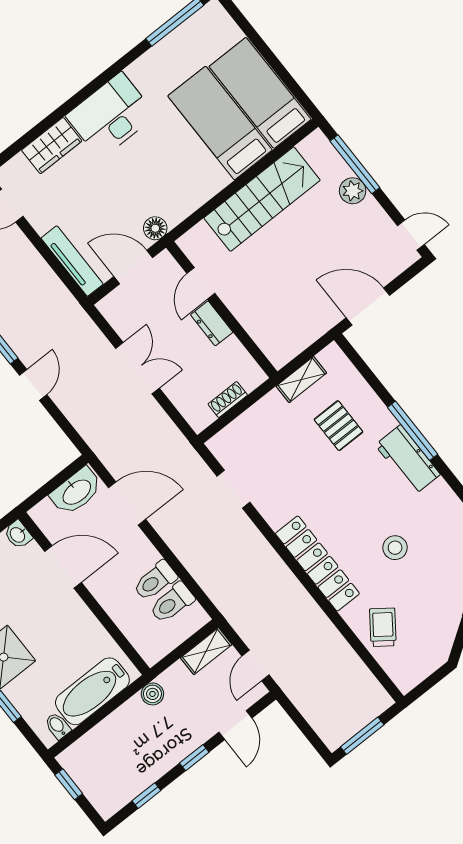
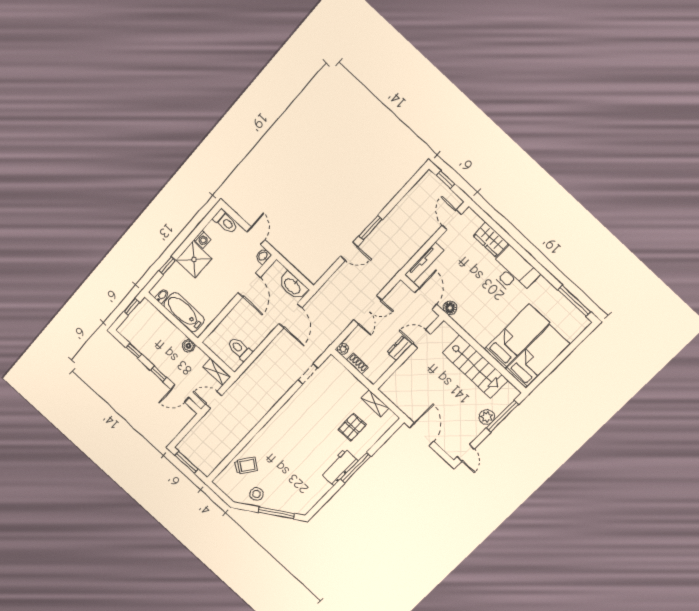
plant: (198, 421) -> (343, 349), added
stool: (395, 548) -> (257, 494), moved
locker: (317, 564) -> (275, 426), removed
toilet: (155, 581) -> (250, 338), removed

